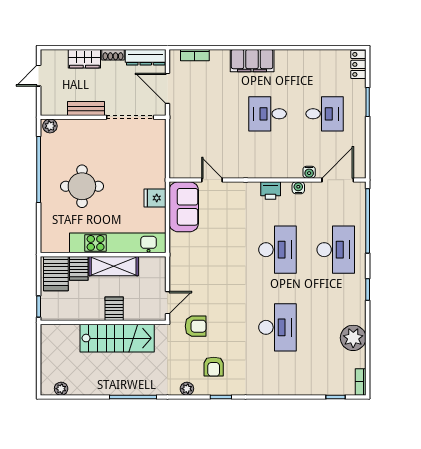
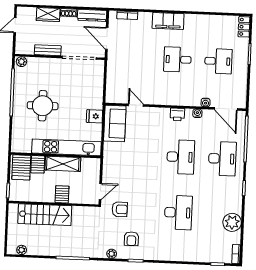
door: (338, 180) -> (226, 109), swing flipped
stairs: (117, 338) -> (45, 215), moved

